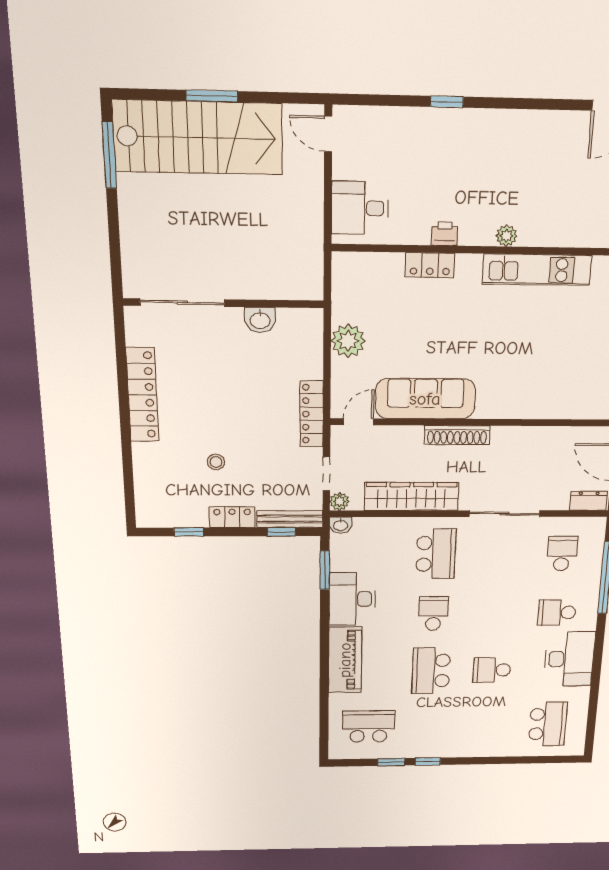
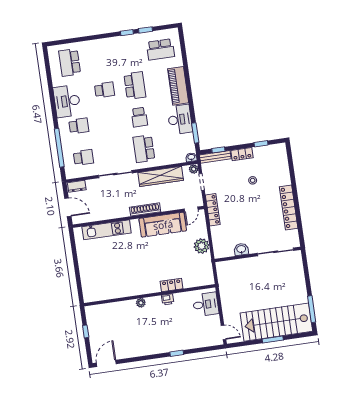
kitchen unit: (537, 270) -> (107, 230), moved, turned 180
school desk: (562, 554) -> (83, 157), turned -90

